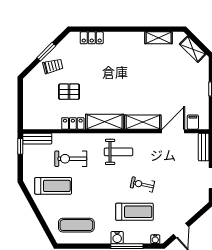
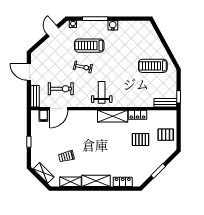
trolley: (53, 66) -> (66, 156), moved
pallet: (37, 98) -> (166, 135), added
shelving: (143, 122) -> (96, 181), moved
weight bench: (119, 152) -> (102, 92), turned 90
exercise bike: (71, 159) -> (61, 89), moved
exercise mat: (76, 225) -> (135, 35), removed
water cooler: (117, 237) -> (113, 25), moved

